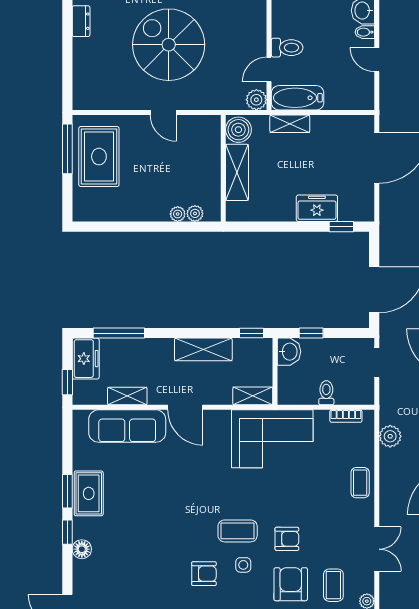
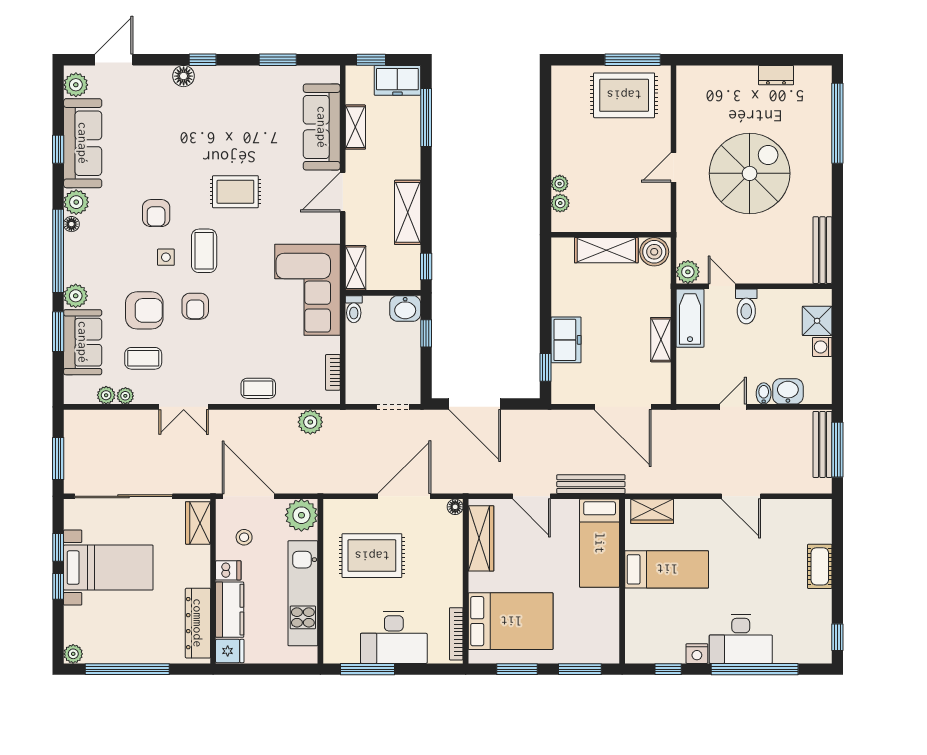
shelving: (290, 124) -> (661, 340), moved
toilet: (326, 393) -> (354, 309), moved, turned 90
window: (67, 491) -> (278, 60), moved
rug: (89, 493) -> (235, 192), moved

